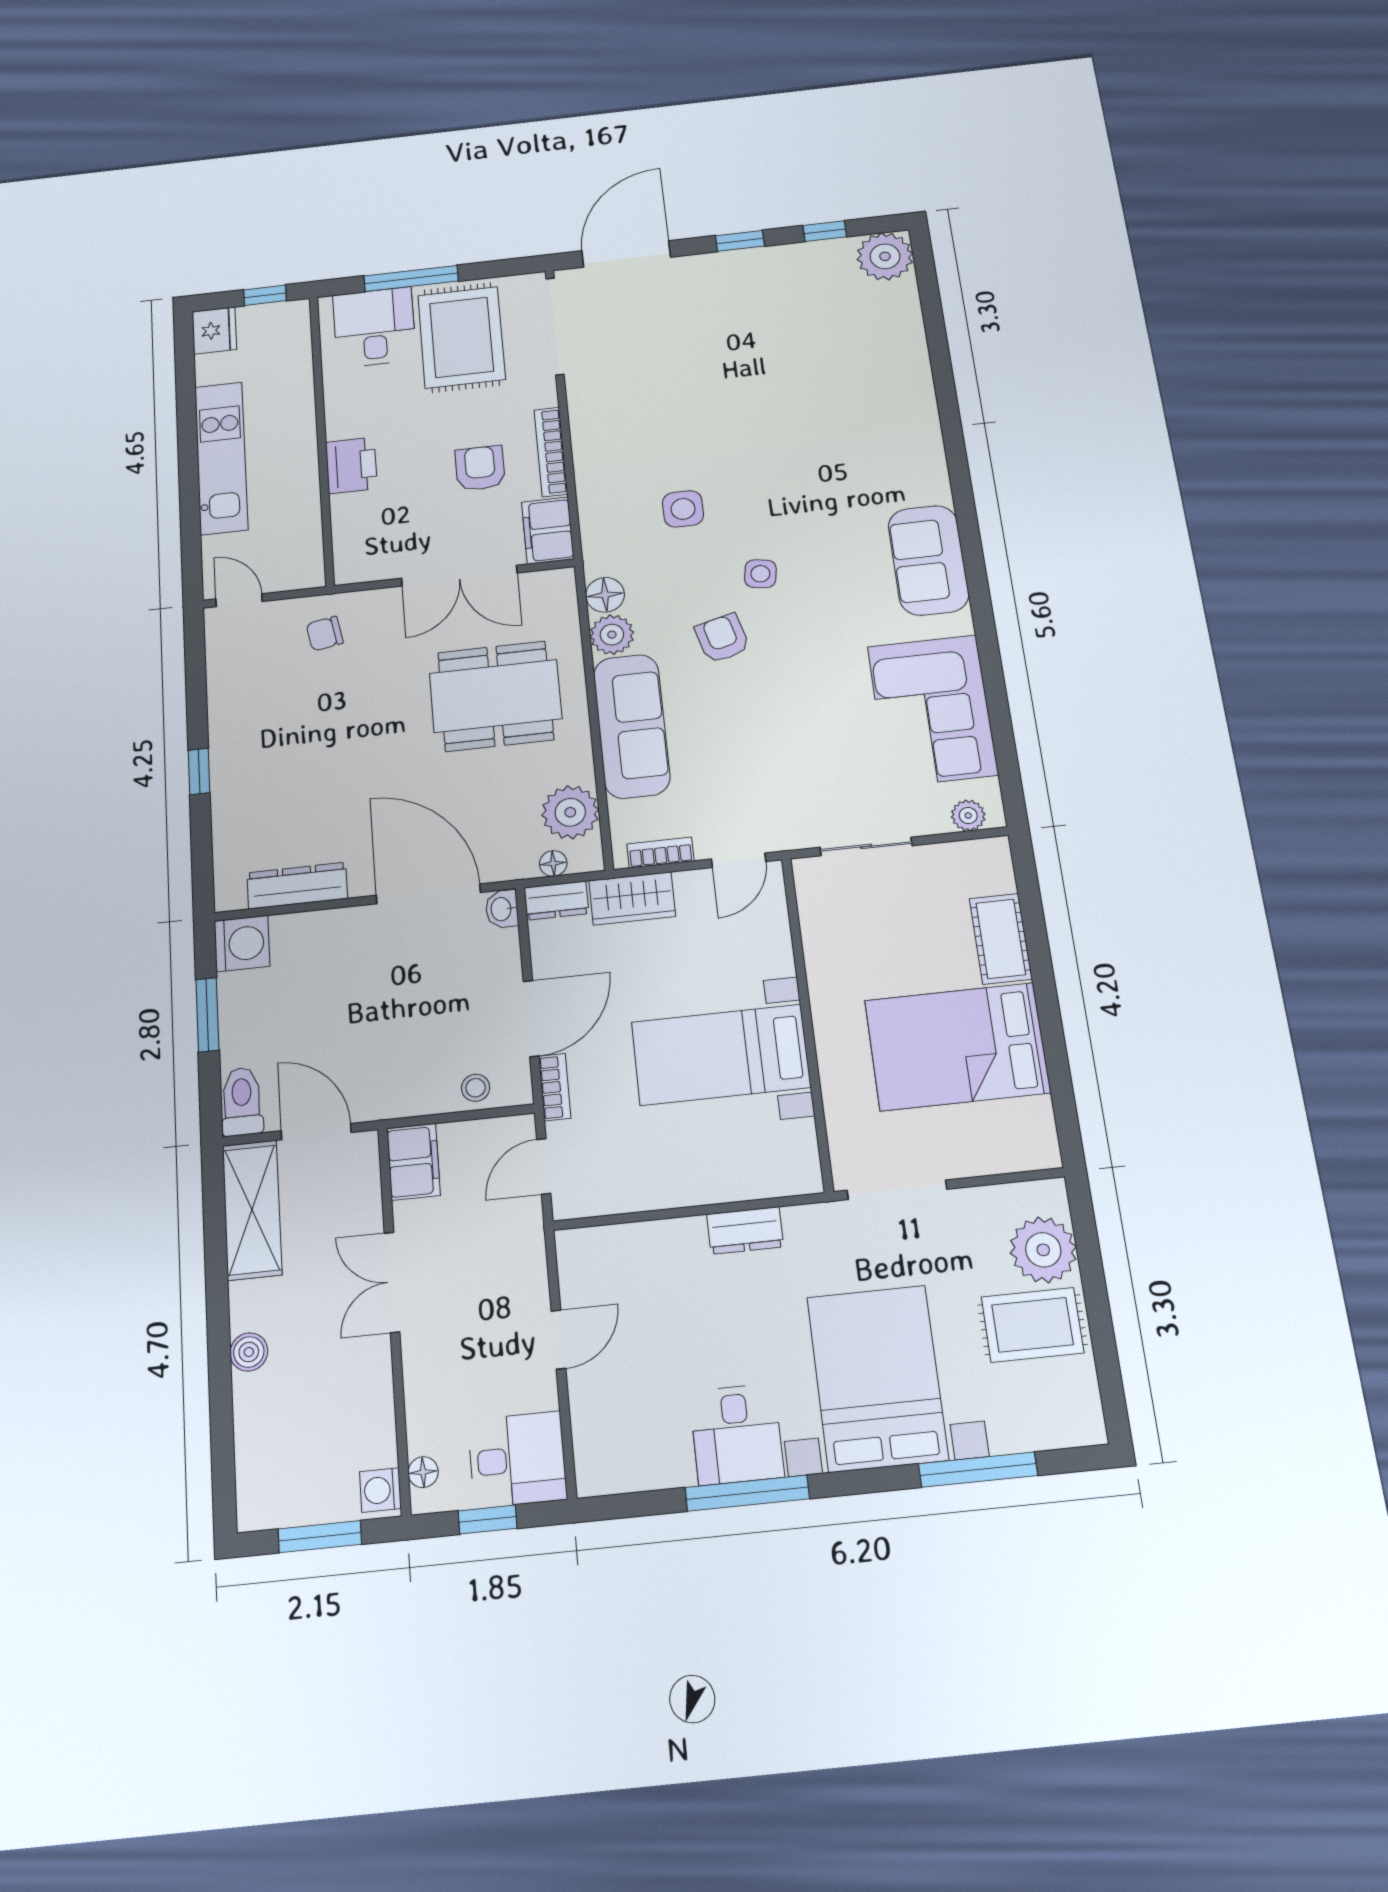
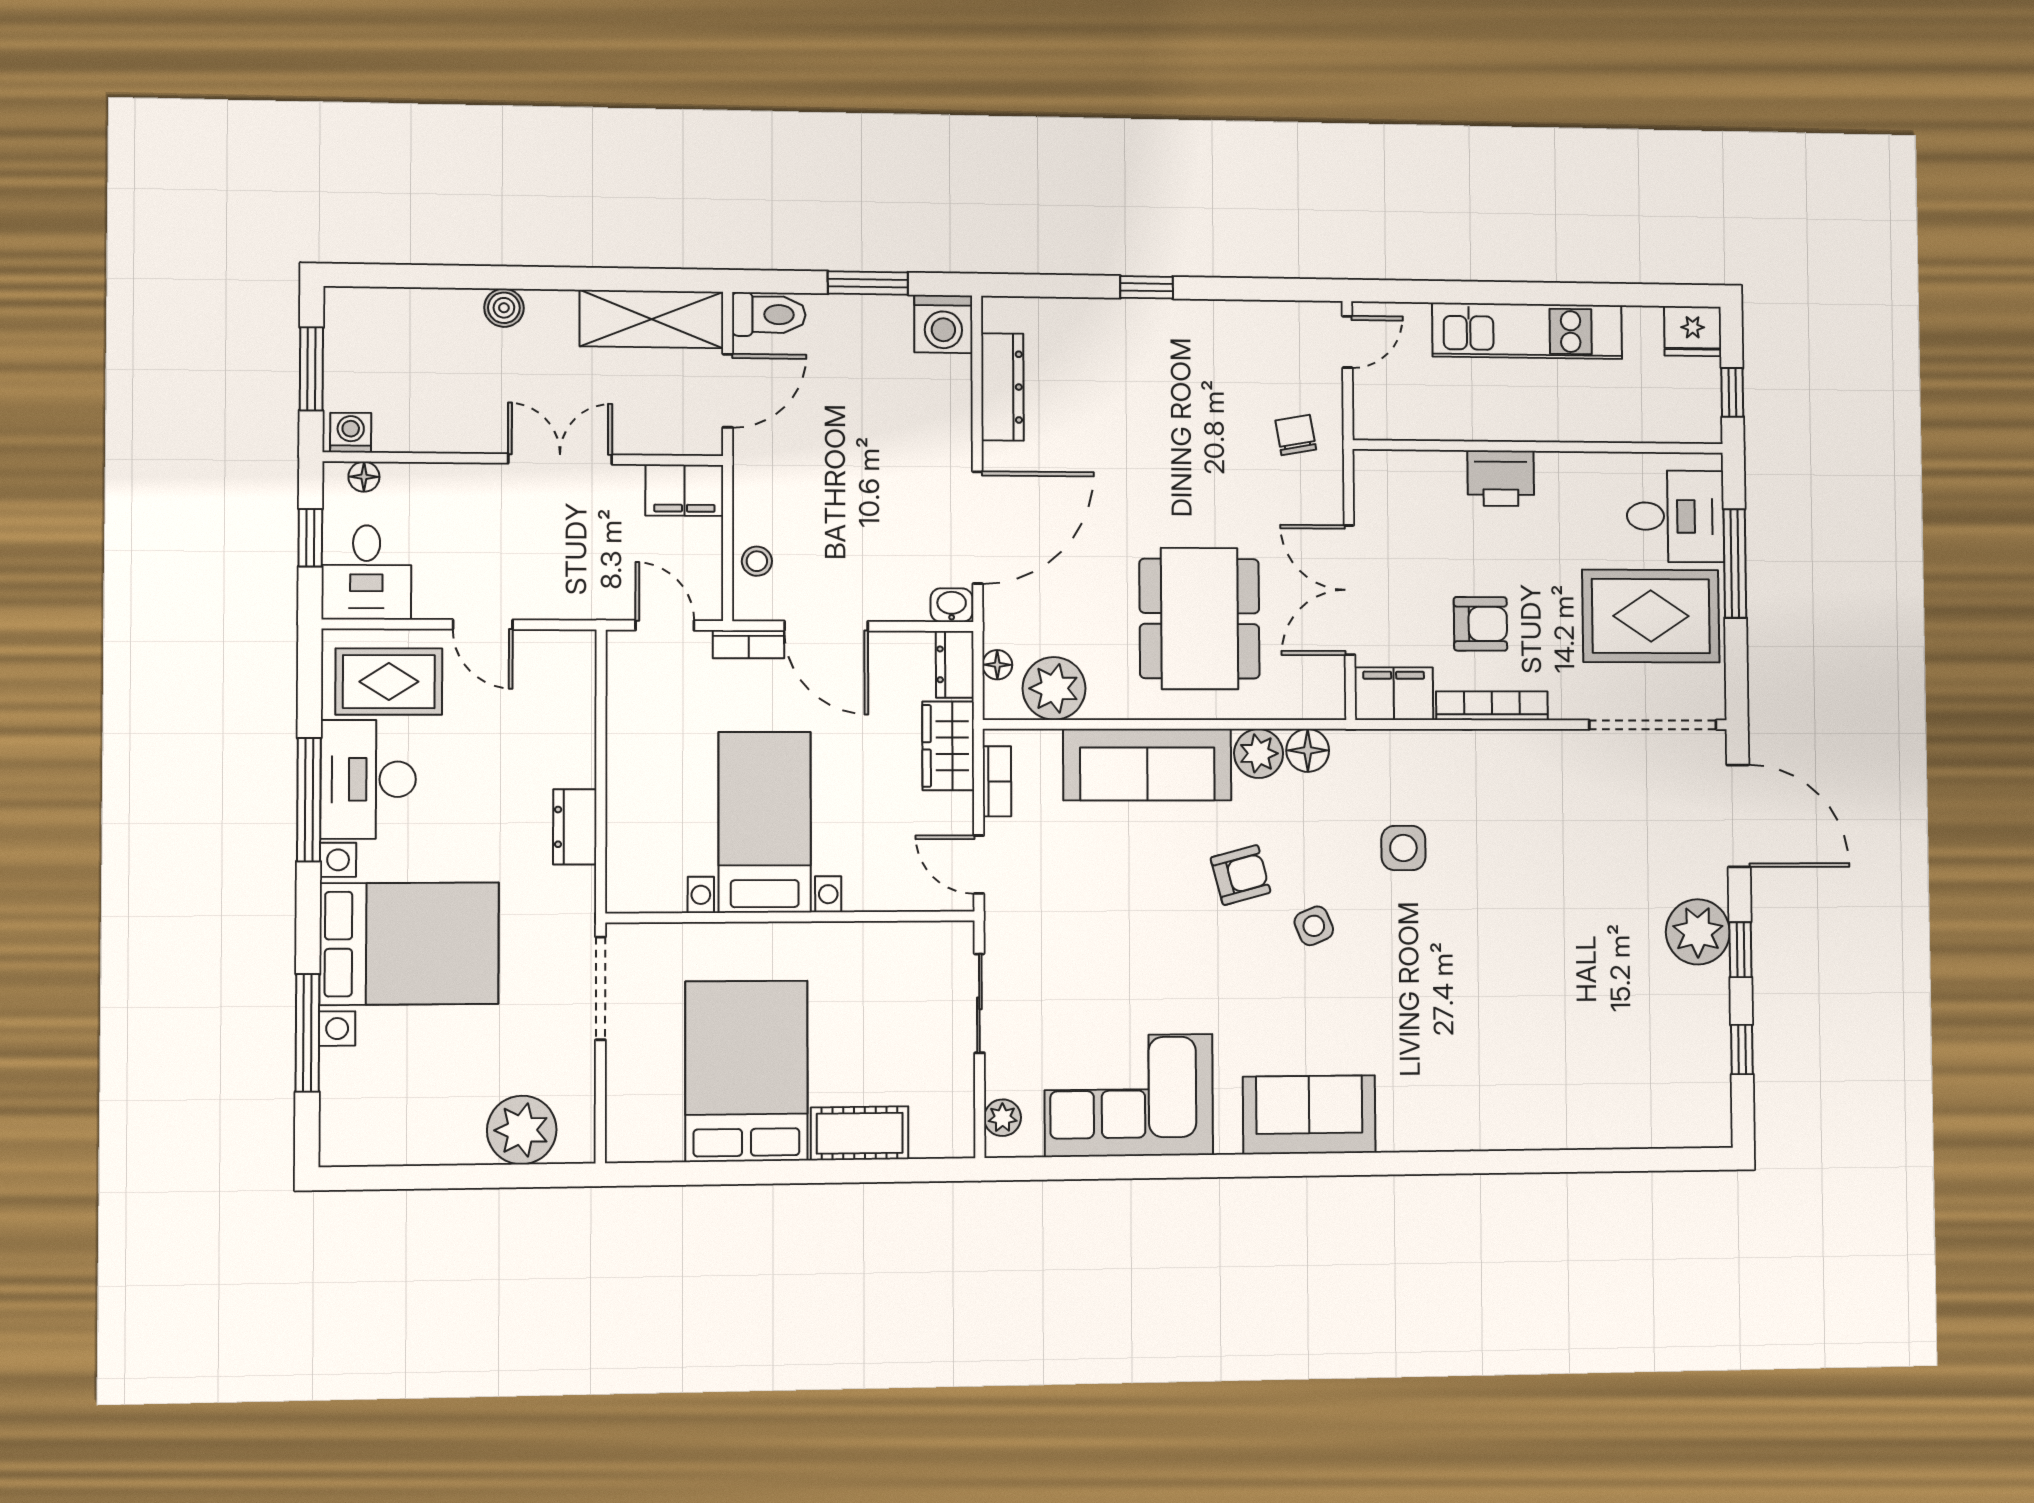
plant: (885, 256) -> (1698, 932), moved
side table: (760, 574) -> (1314, 926), turned -32
rug: (1033, 1325) -> (389, 682), moved, turned 90
desk: (737, 1434) -> (368, 779), width x1.37

